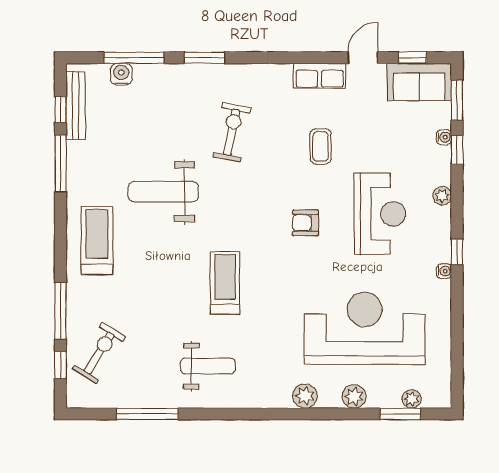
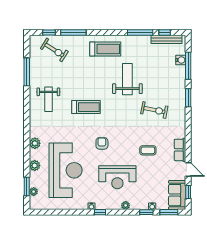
armchair: (305, 223) -> (102, 143), moved

